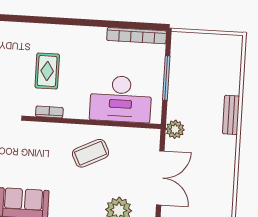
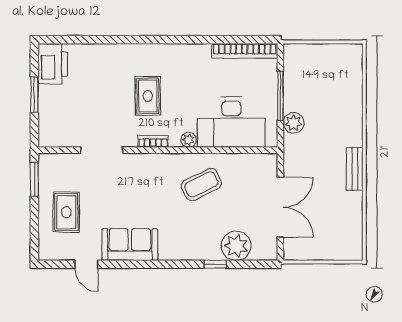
plant: (81, 112) -> (189, 140), added
bench: (231, 115) -> (355, 169), moved
plant: (175, 129) -> (294, 123), moved

